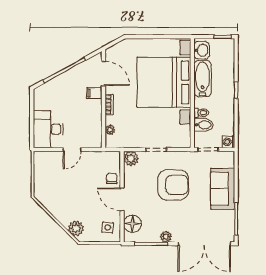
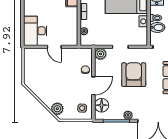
door: (72, 150) -> (54, 47), hinge flipped
armchair: (173, 185) -> (134, 75), turned -90
door: (122, 199) -> (93, 86), swing flipped

